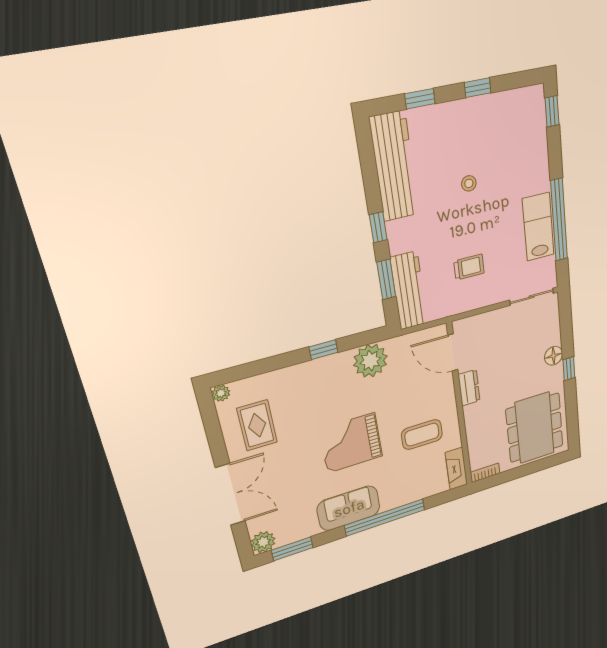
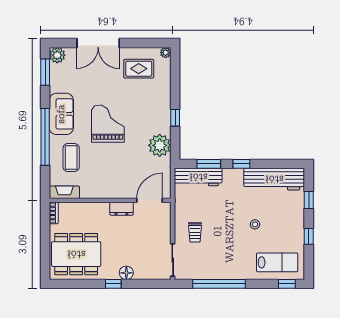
lab bench: (538, 227) -> (277, 262), moved
trolley: (469, 267) -> (195, 232), moved
coffee table: (422, 435) -> (71, 157), moved

